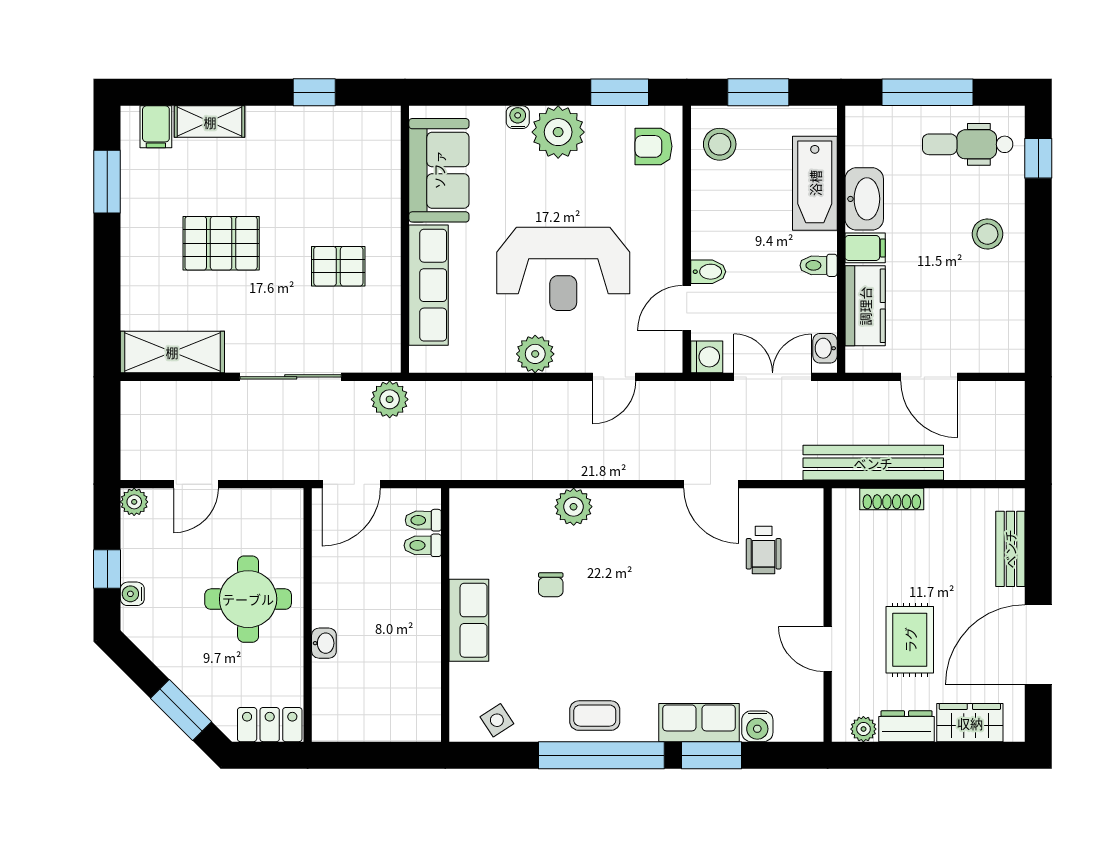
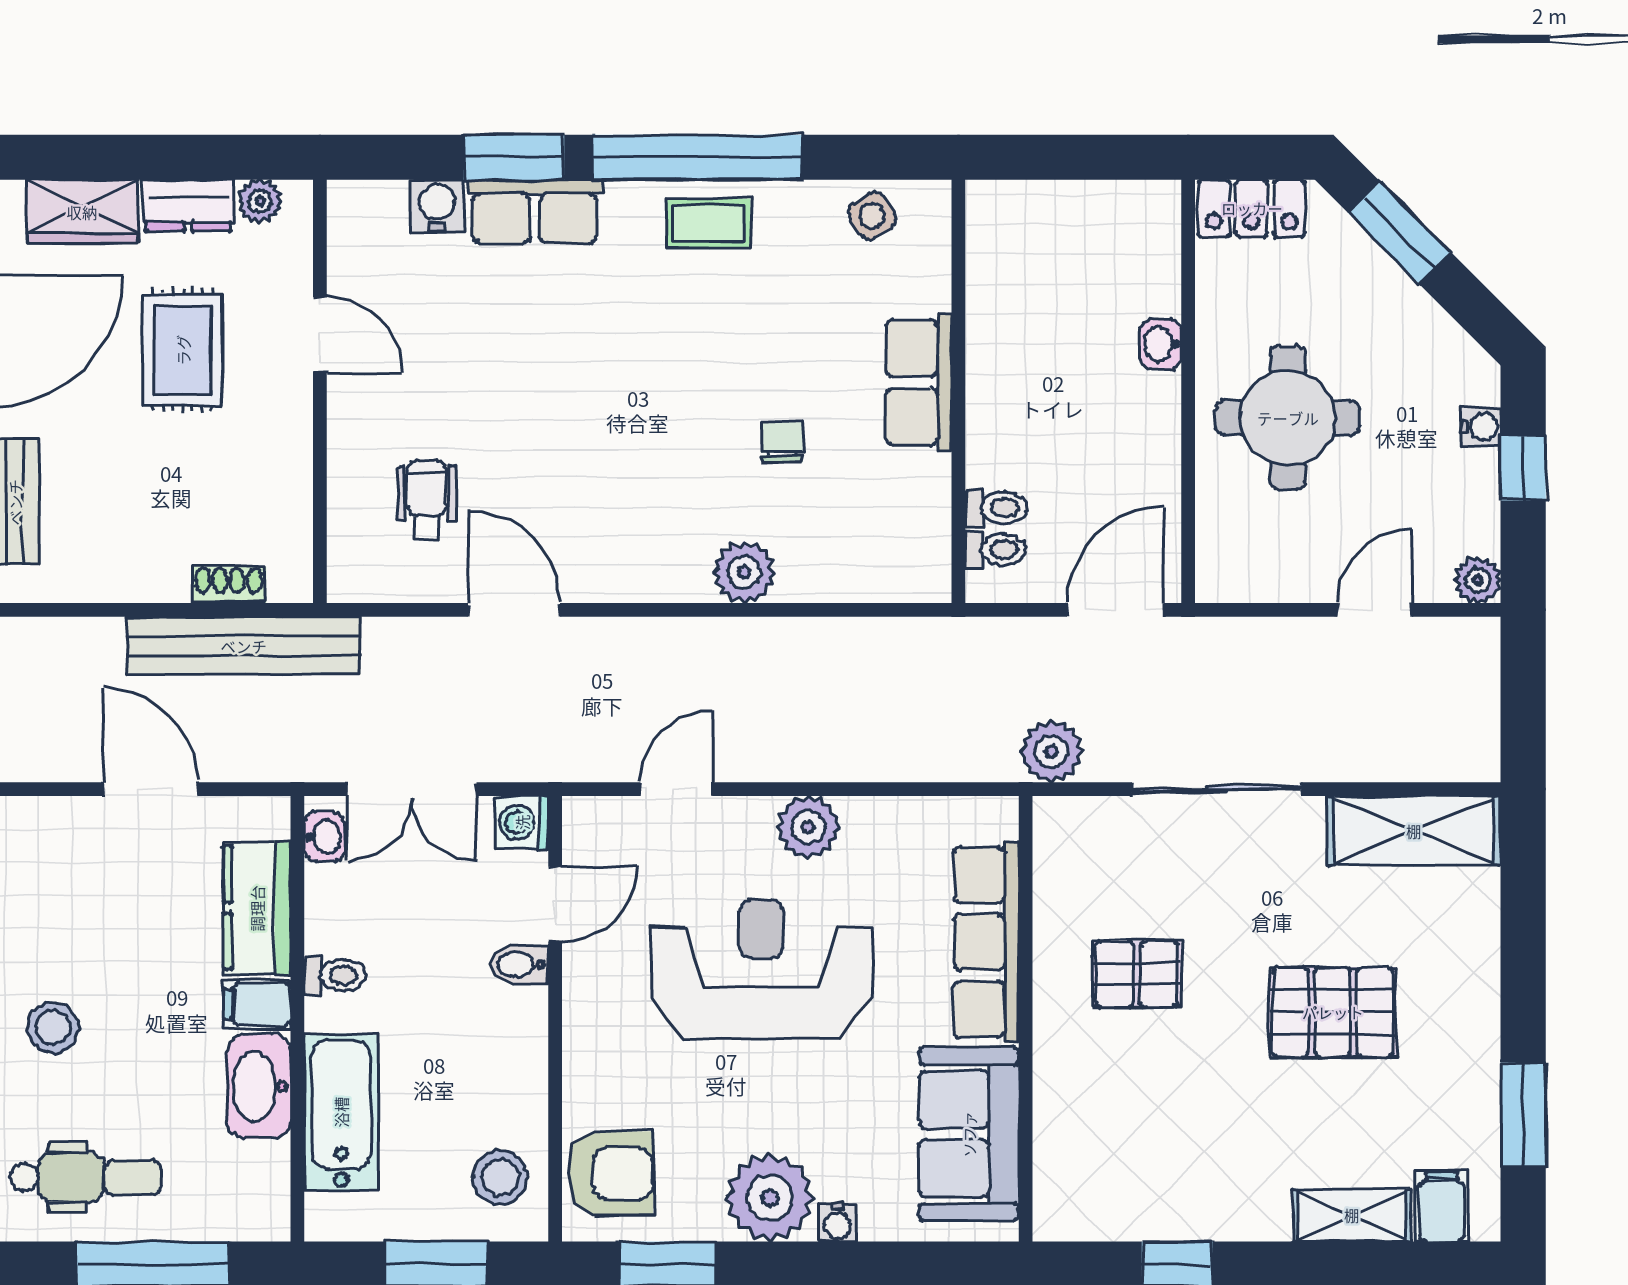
armchair: (654, 146) -> (611, 1174), width x1.38, depth x1.38
shoe rack: (892, 499) -> (229, 585), width x0.70

